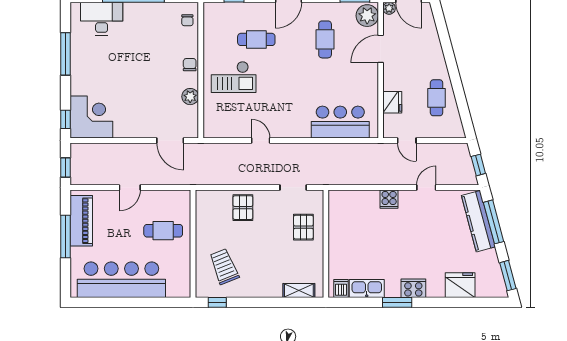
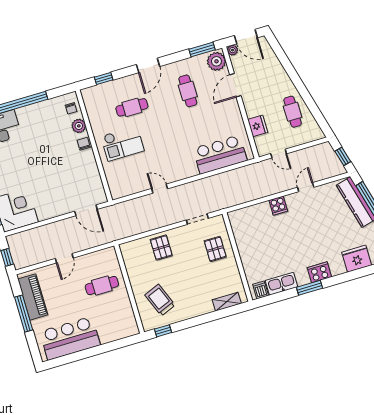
plant: (190, 97) -> (79, 126), moved
bar counter: (121, 280) -> (70, 338), width x0.73

